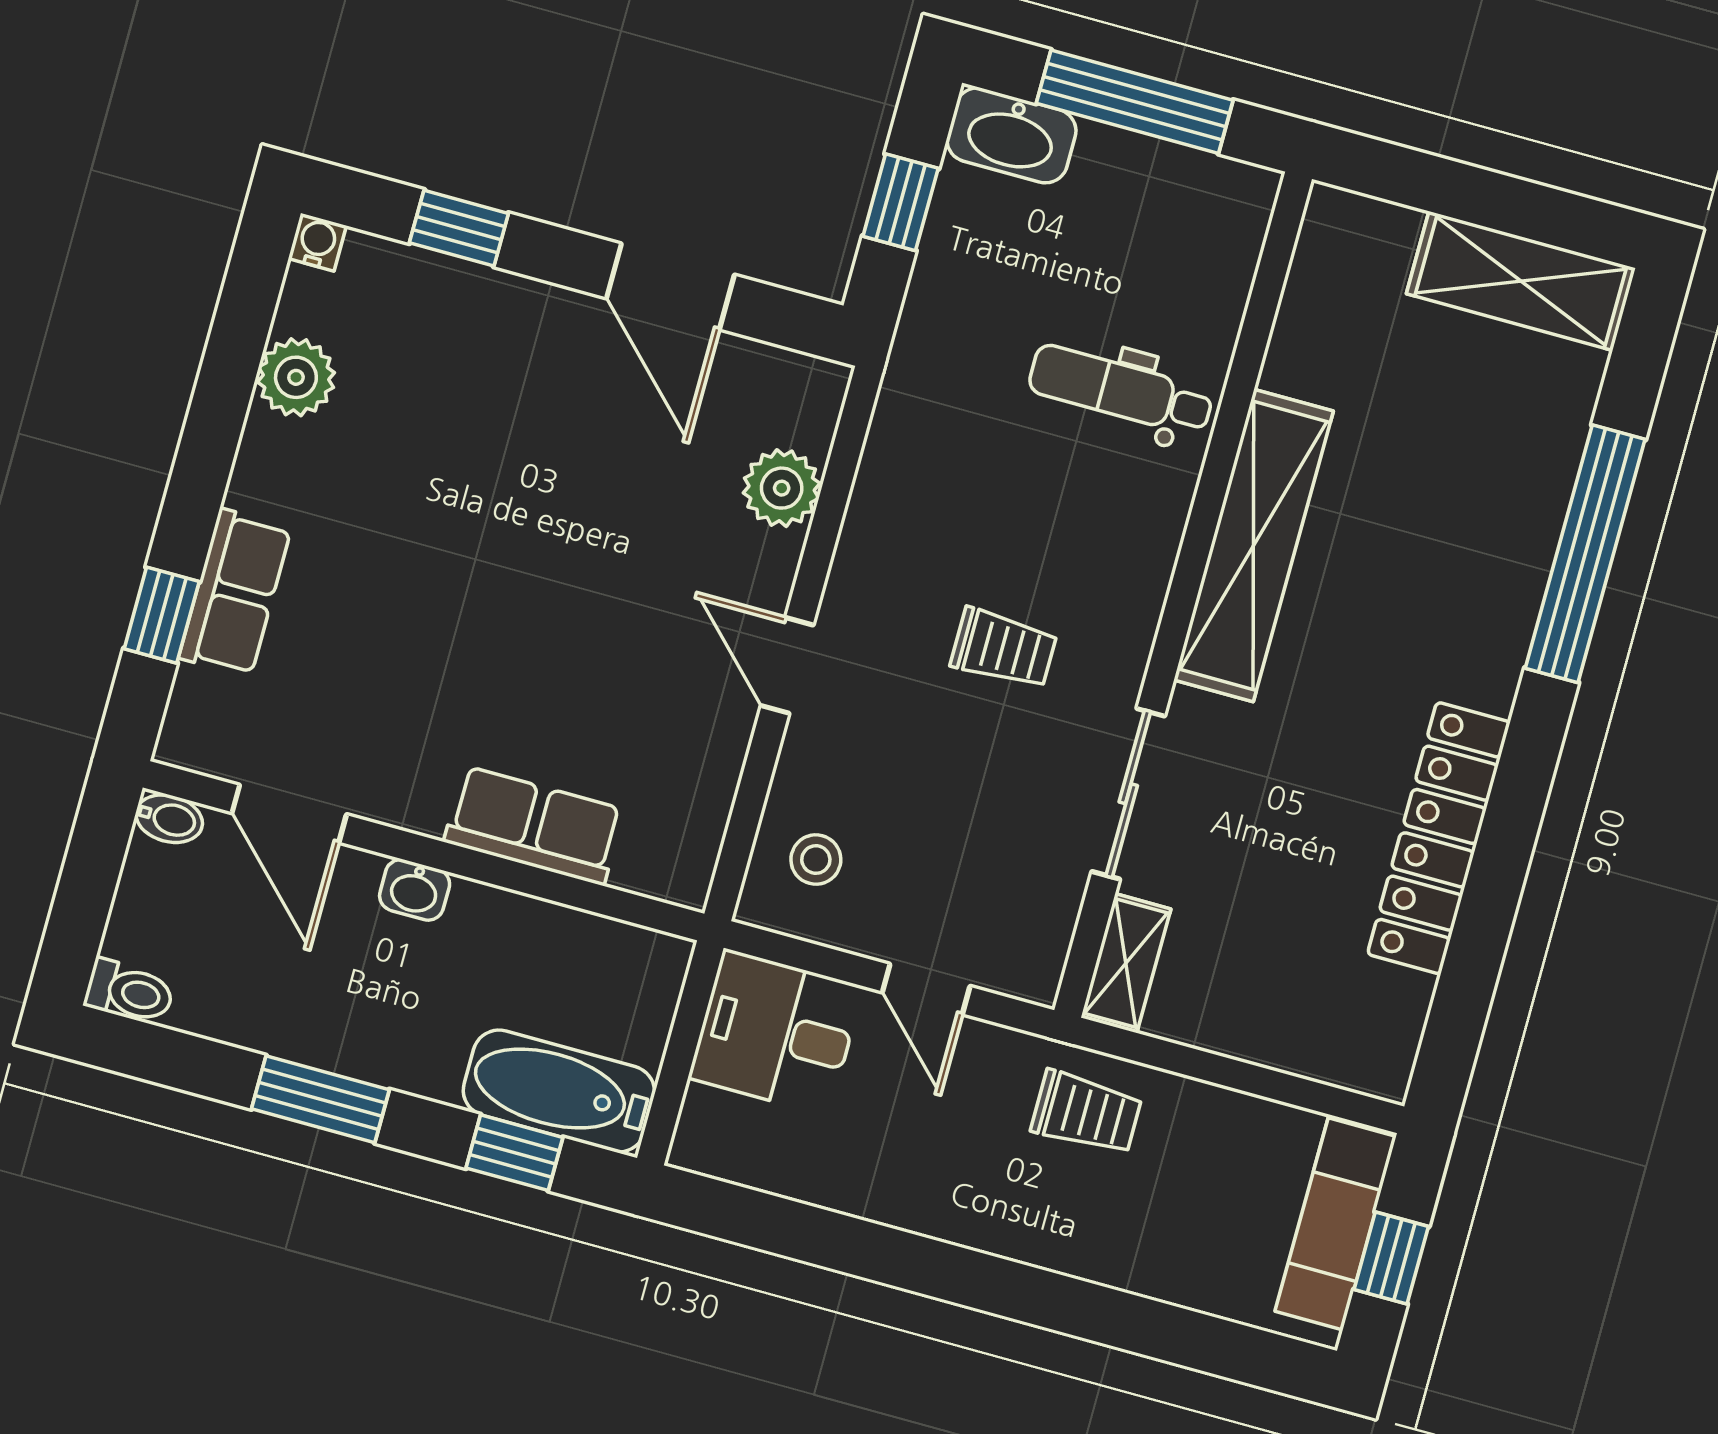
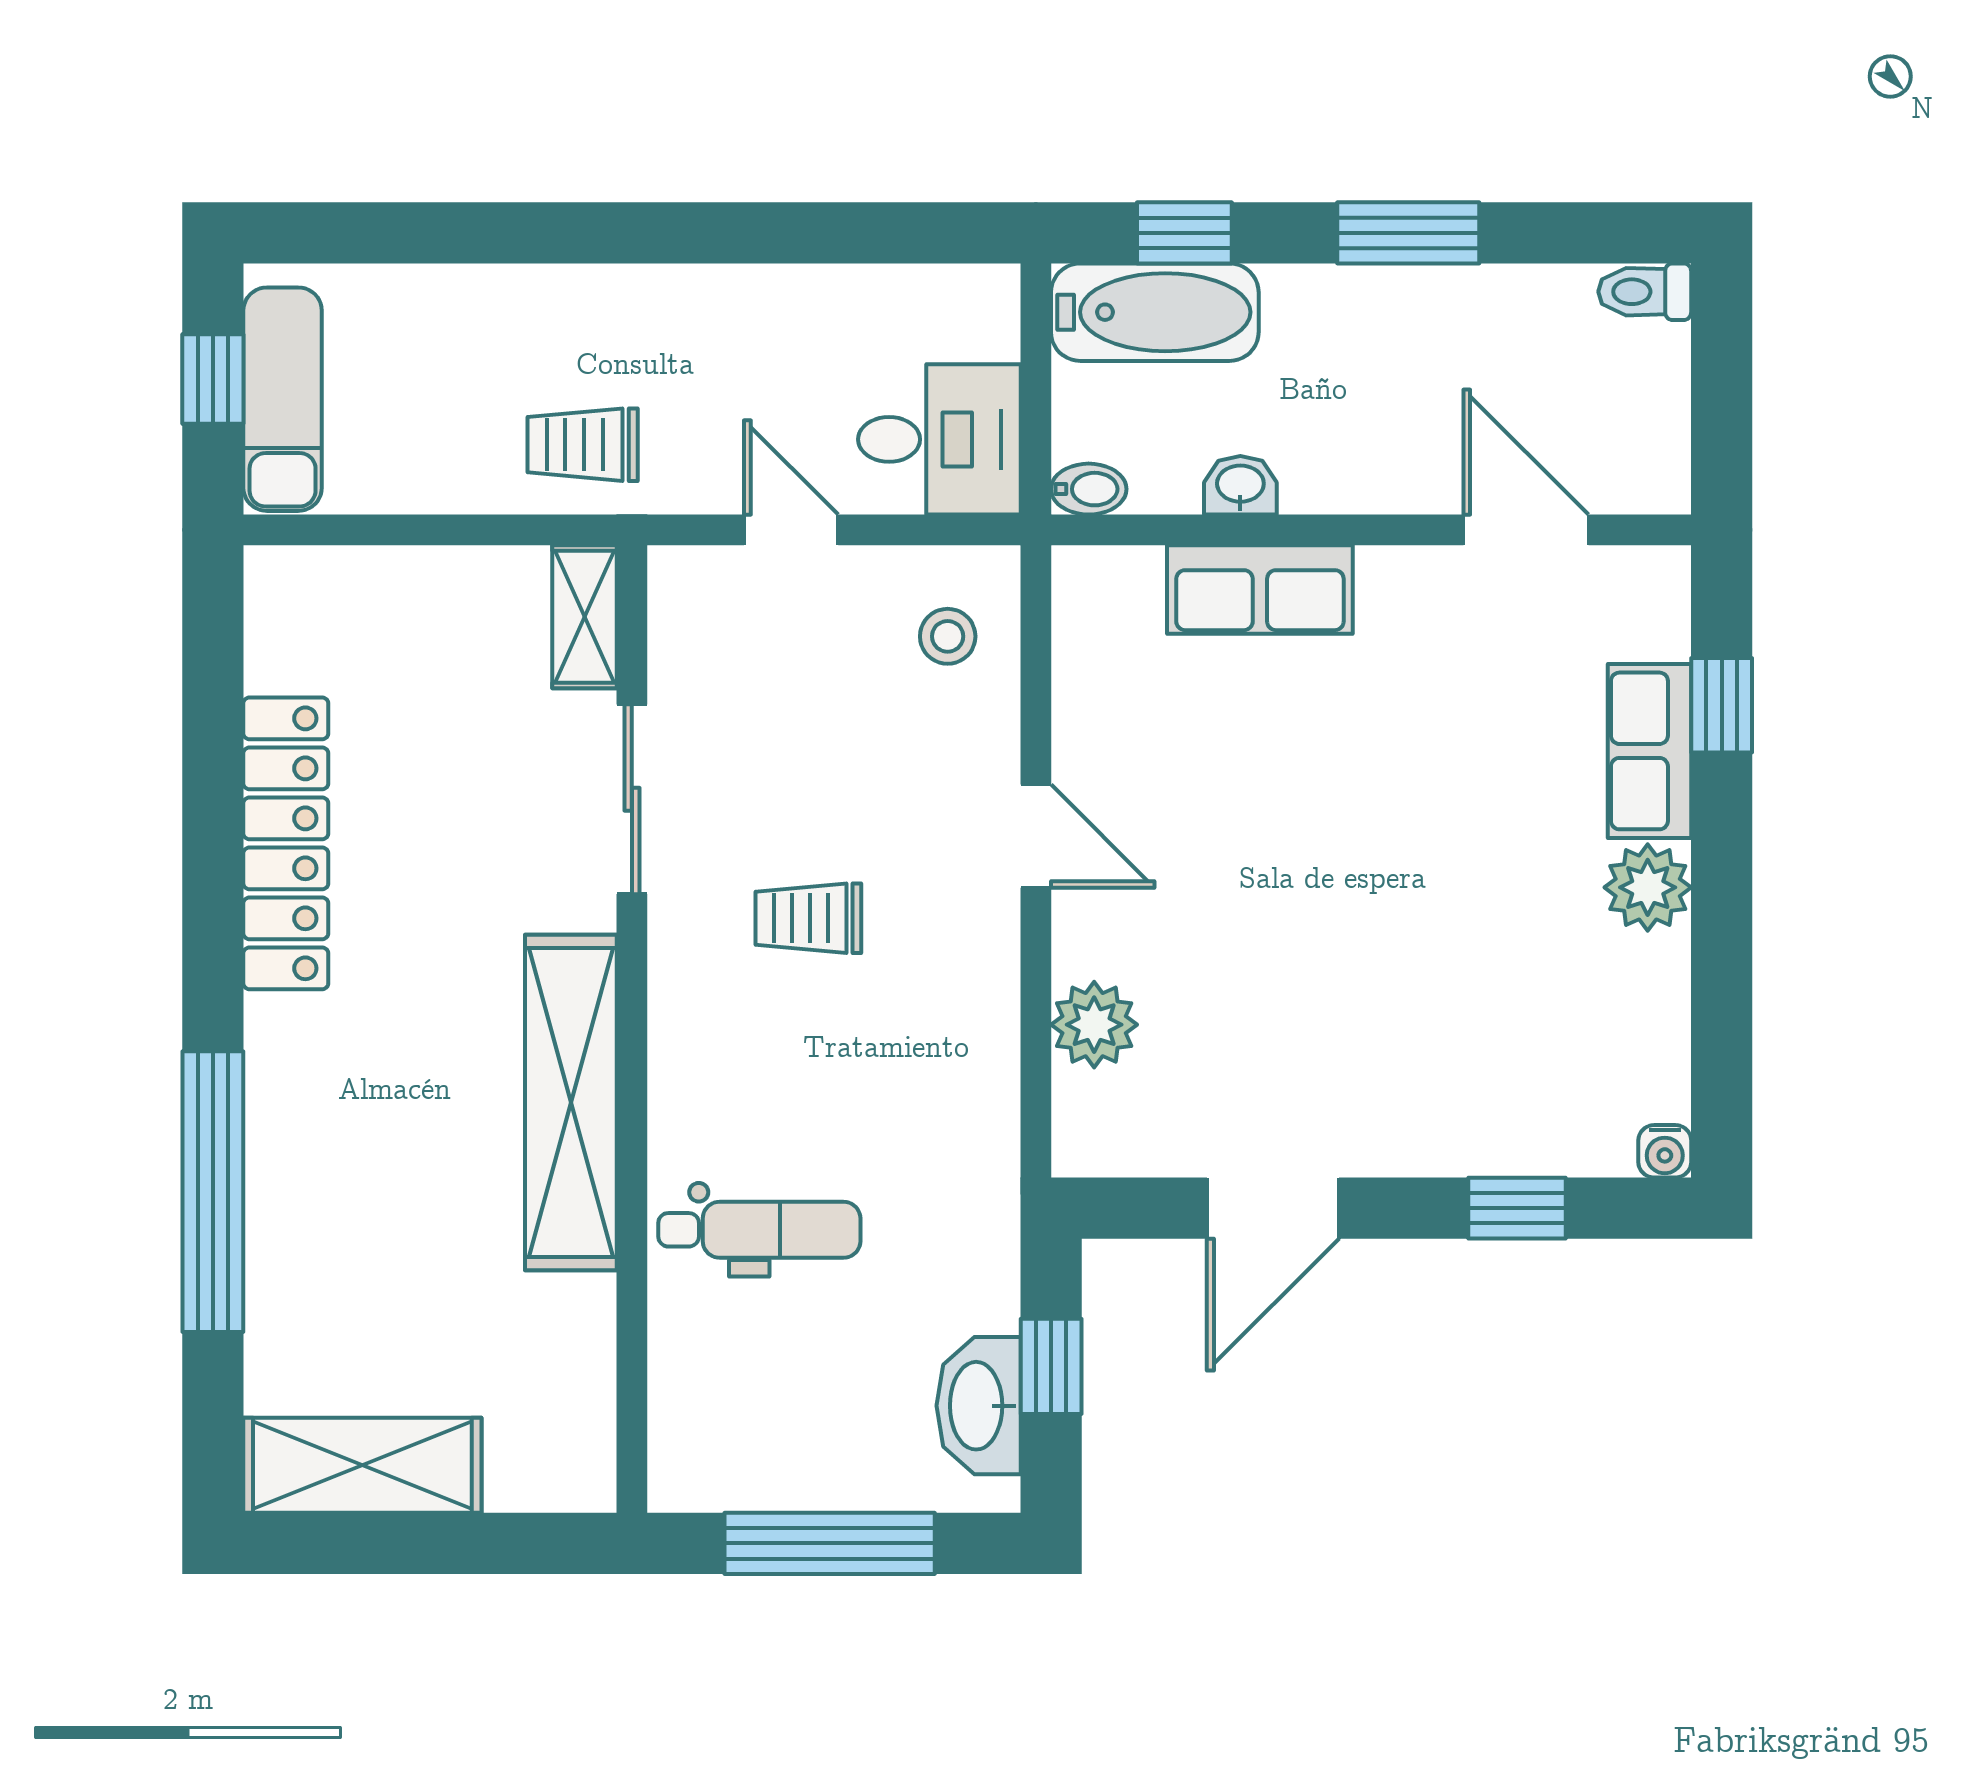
washbasin: (1011, 135) -> (979, 1406), moved, turned -90
door: (670, 286) -> (1273, 1208), swing flipped
plant: (296, 377) -> (1648, 887), moved
bidet: (169, 819) -> (1089, 489), moved, turned 180
washbasin: (415, 890) -> (1240, 485), moved

